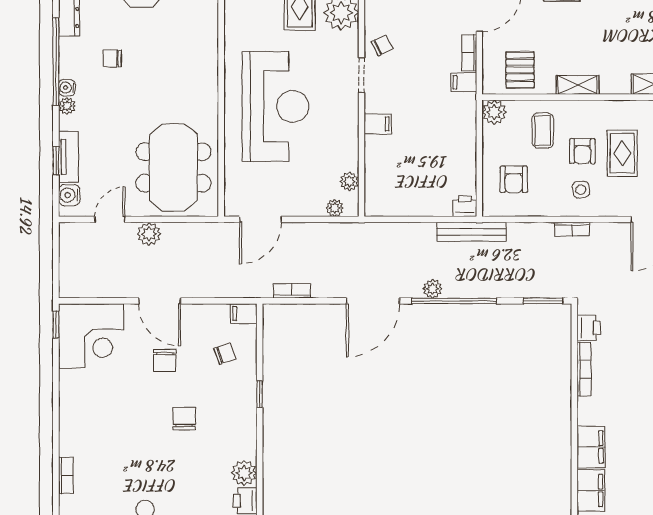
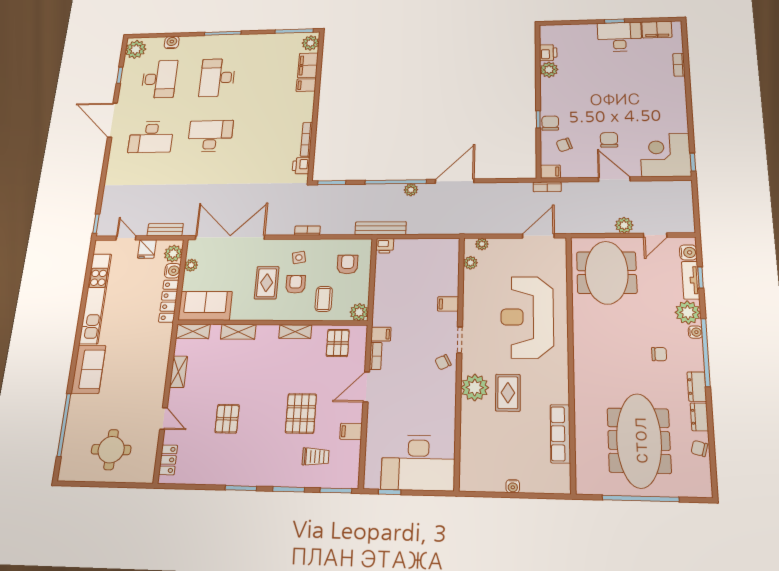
plant: (67, 106) -> (688, 312), width x1.88, depth x1.88
bookcase: (292, 291) -> (547, 187), moved
chair: (184, 419) -> (550, 123), moved, turned 180
filing cabinet: (591, 447) -> (306, 85), width x0.50

